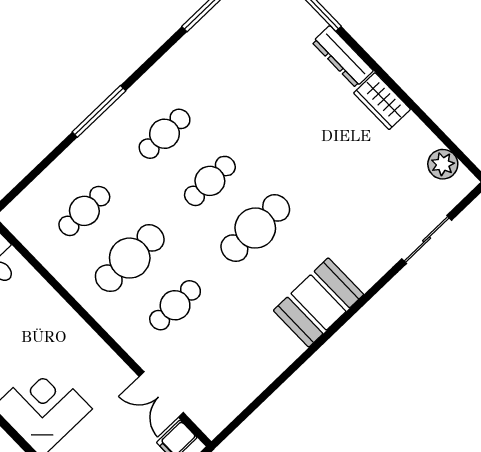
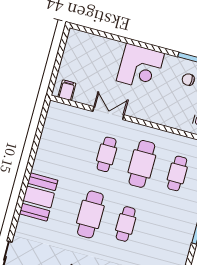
cafe table: (165, 134) -> (161, 234), removed
double door: (161, 395) -> (108, 113), moved

